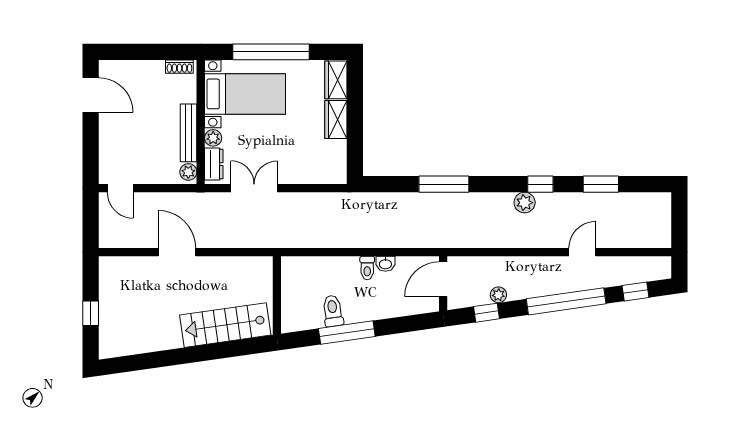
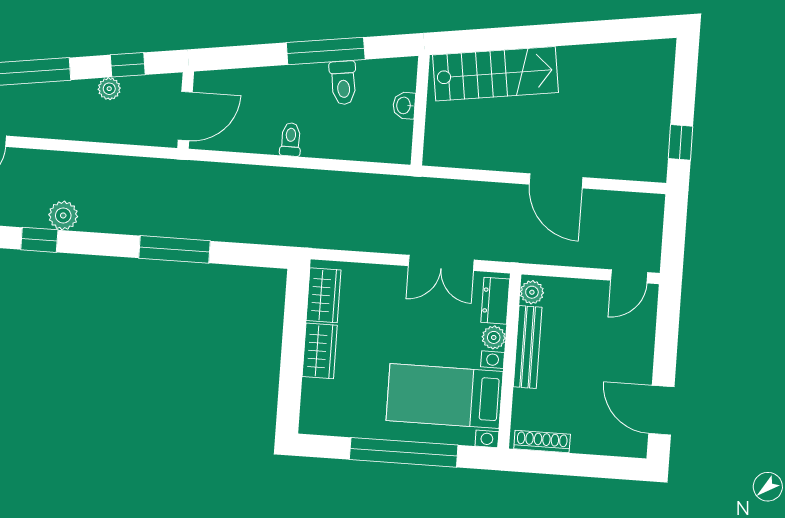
shoe rack: (179, 67) -> (542, 442), width x1.43
wardrobe: (336, 80) -> (324, 295), moved
door: (120, 188) -> (629, 276), swing flipped
washbasin: (385, 264) -> (404, 105), moved, turned -90
window: (91, 313) -> (681, 142), moved

